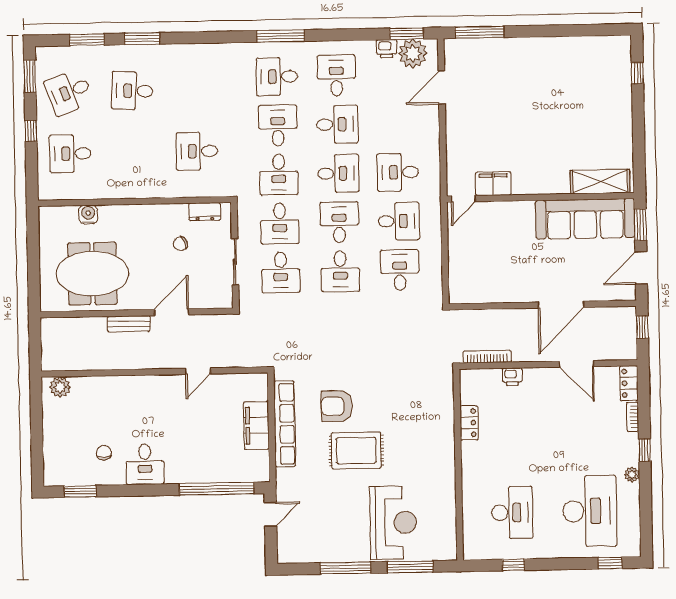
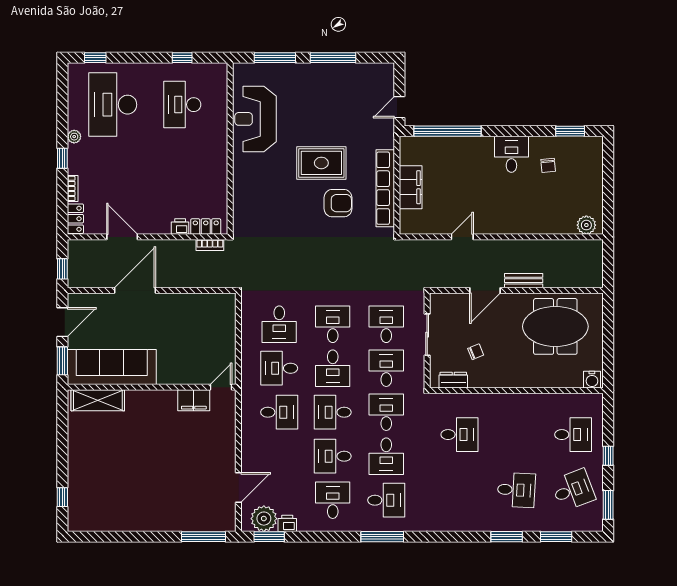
desk: (336, 75) -> (333, 500), turned 180
water cooler: (88, 214) -> (592, 380), moved
bookcase: (487, 357) -> (210, 245), width x0.64
locker: (469, 423) -> (206, 227), moved, turned 90
reception desk: (393, 523) -> (256, 119), moved

